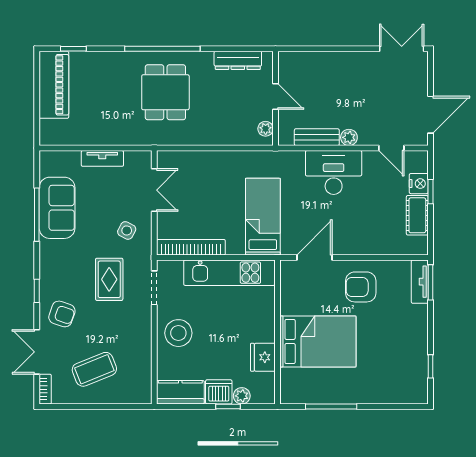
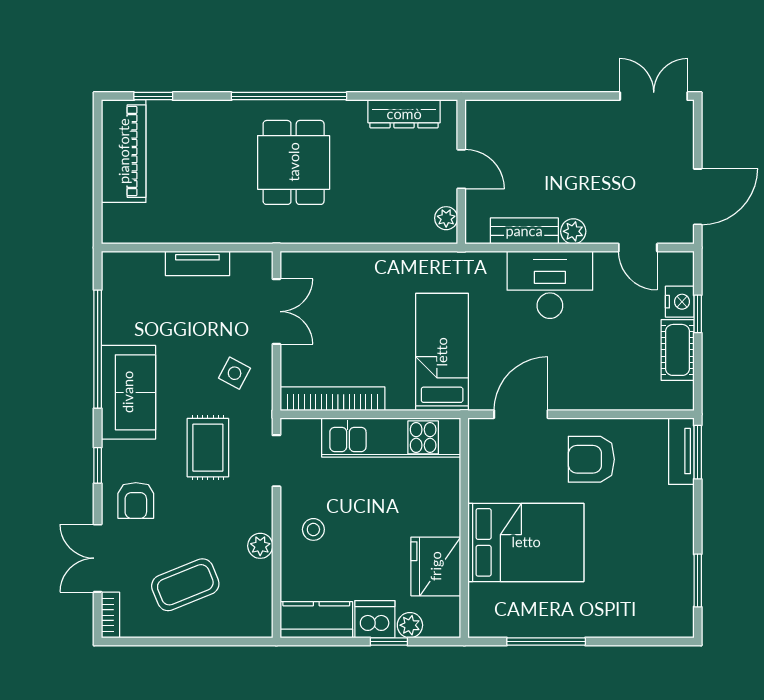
sofa: (57, 208) -> (128, 392), moved
window: (37, 215) -> (98, 349), width x1.46
armchair: (62, 314) -> (136, 500), turned 71
stool: (178, 333) -> (313, 529), width x0.53, depth x0.53
plant: (144, 344) -> (260, 546), added
fridge: (263, 357) -> (436, 566), width x1.36, depth x1.34
window: (431, 366) -> (698, 580), width x1.50

